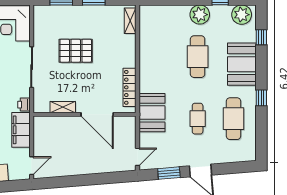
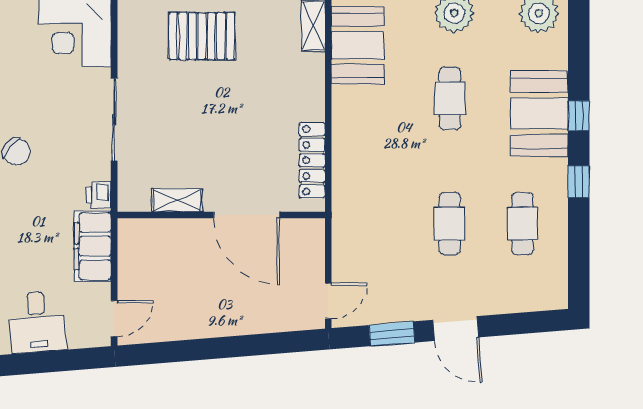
window: (261, 37) -> (579, 116), moved
pallet: (76, 51) -> (202, 36), moved
cafe table: (198, 57) -> (450, 98), width x0.73, depth x0.74
booth: (152, 113) -> (358, 45), moved
cafe table: (233, 119) -> (522, 224), width x0.73, depth x0.74

